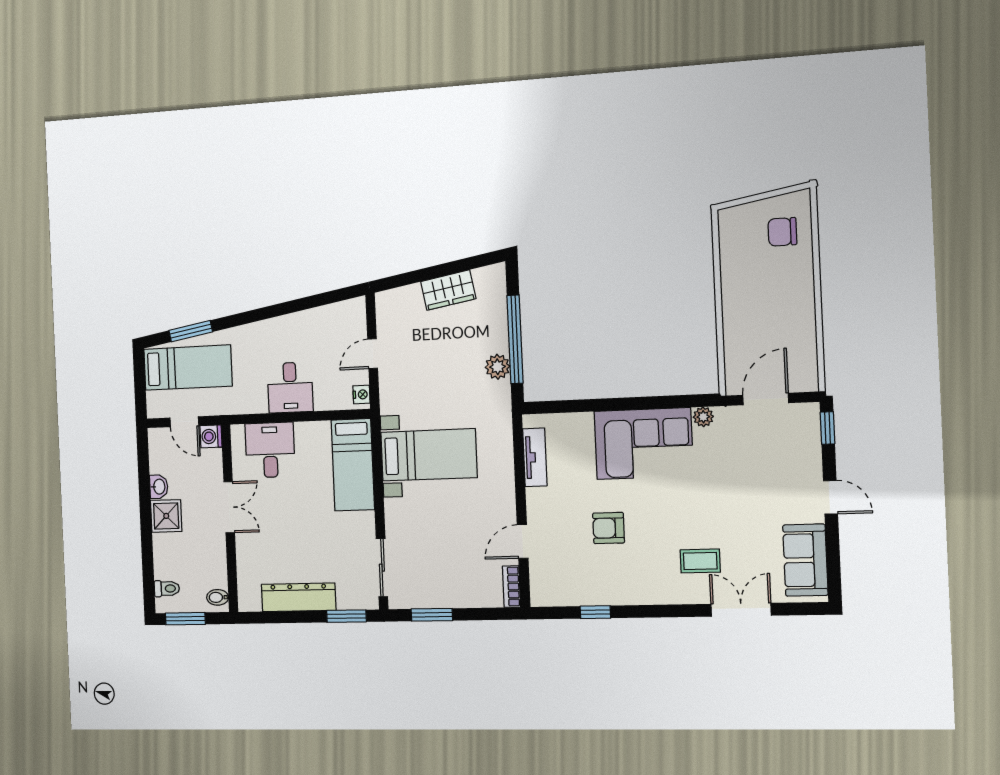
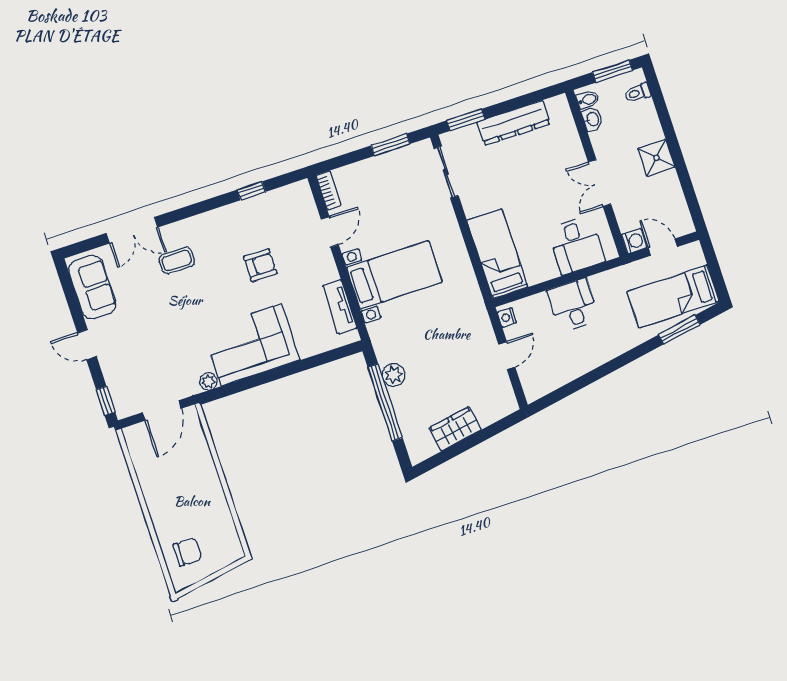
bed with nightstands: (429, 455) -> (394, 275), moved, turned 180
washbasin: (159, 487) -> (592, 119), moved, turned 180

